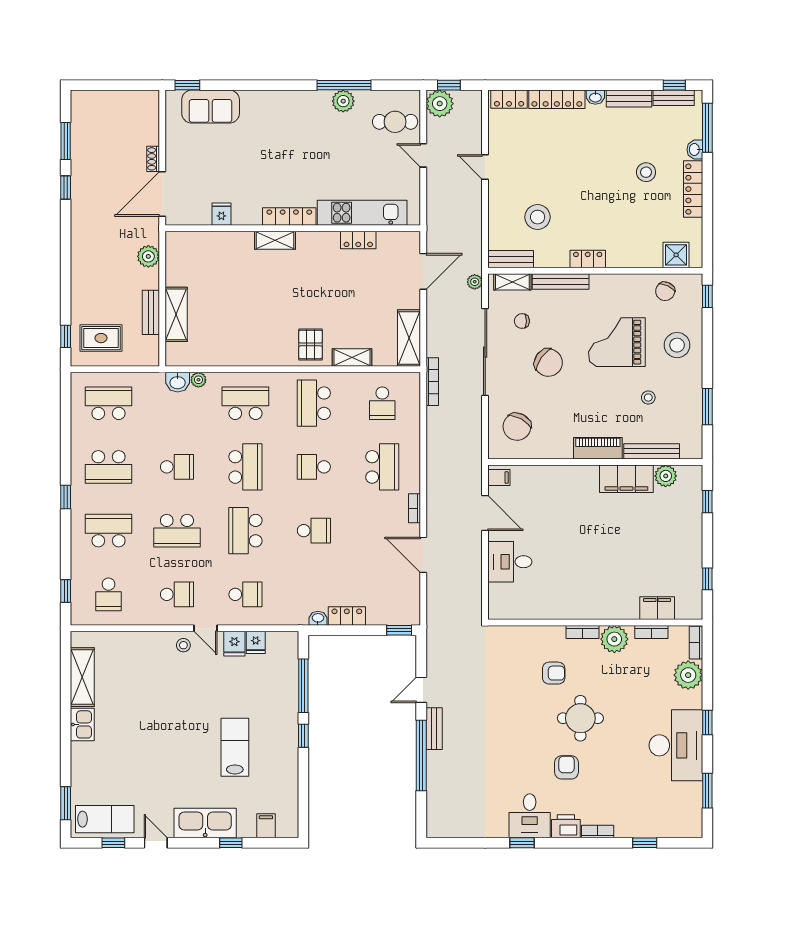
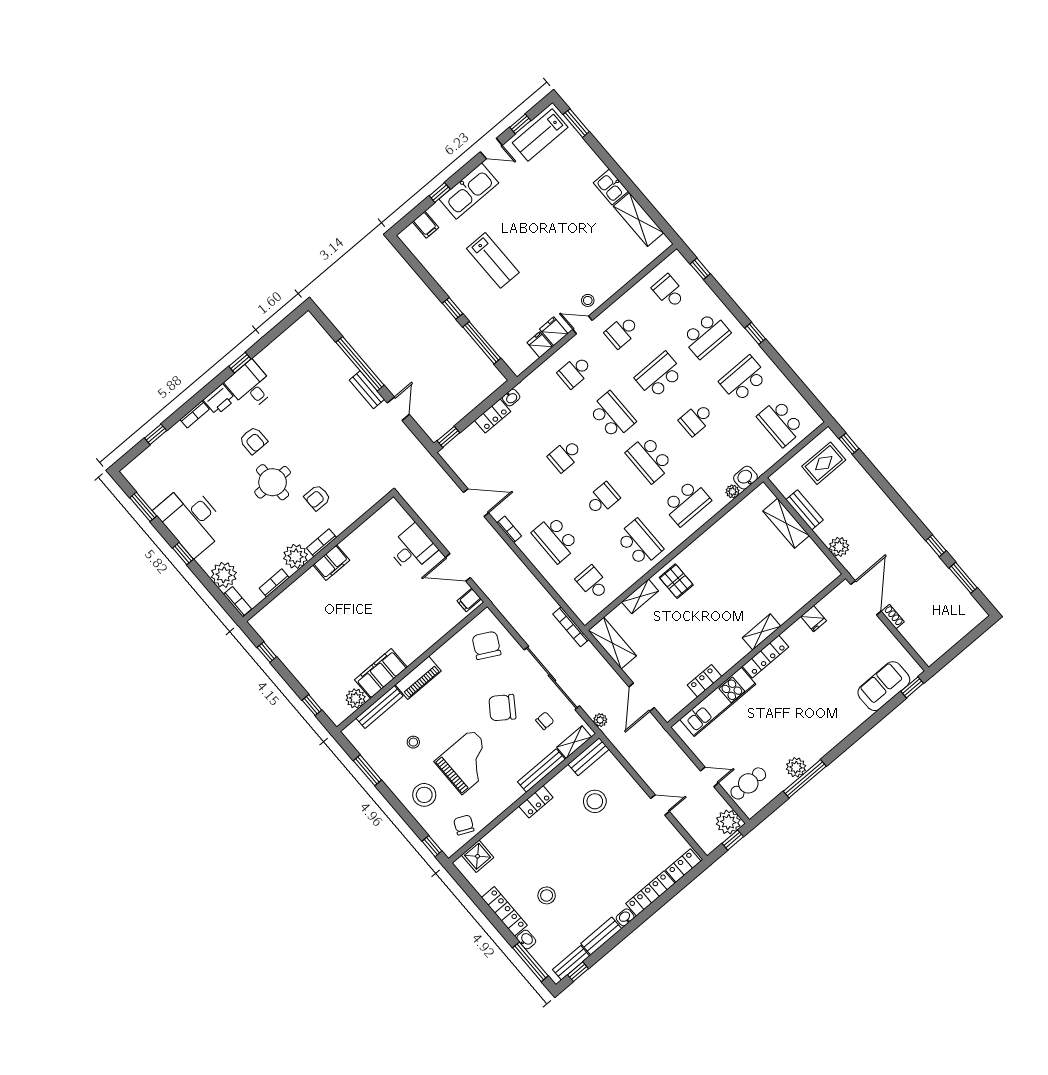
school desk: (108, 403) -> (781, 423), turned 90
filing cabinet: (657, 608) -> (331, 563), moved

